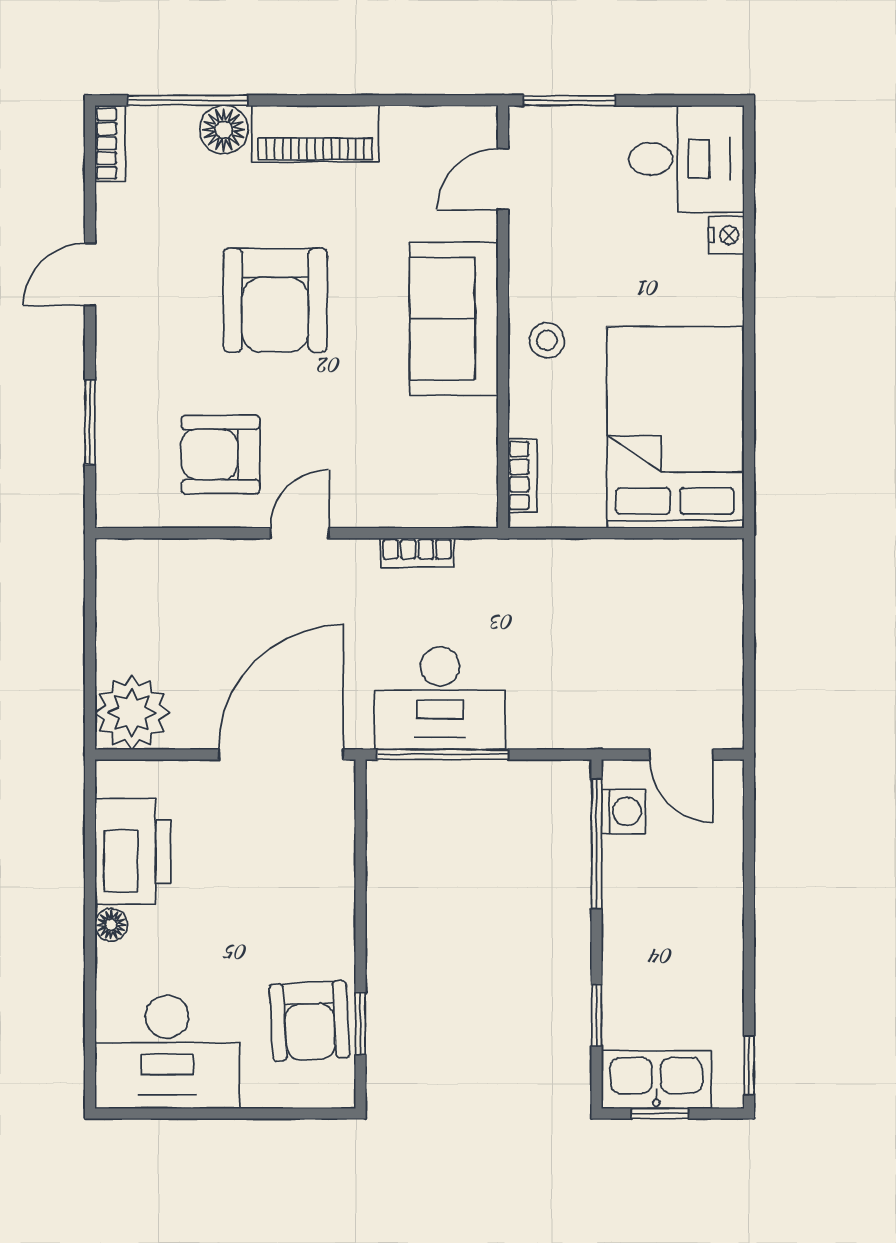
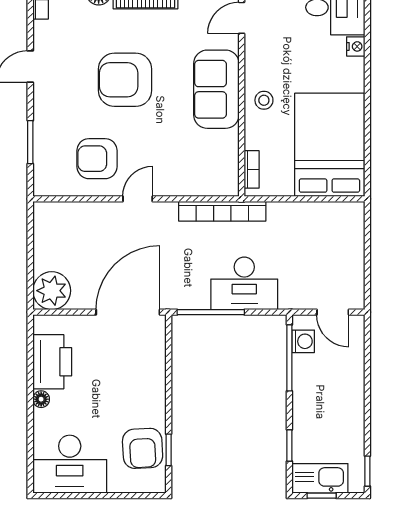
armchair: (275, 300) -> (125, 80), turned 90
bookcase: (417, 553) -> (222, 211), width x2.31, depth x1.31
desk: (440, 698) -> (244, 283), moved

